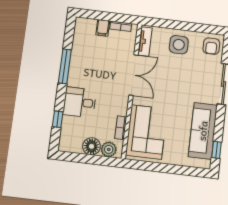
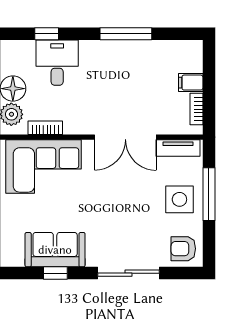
window: (178, 25) -> (209, 194), added
desk: (80, 102) -> (57, 63), moved
sofa: (203, 131) -> (55, 250), width x0.73
window: (216, 150) -> (55, 273), moved

